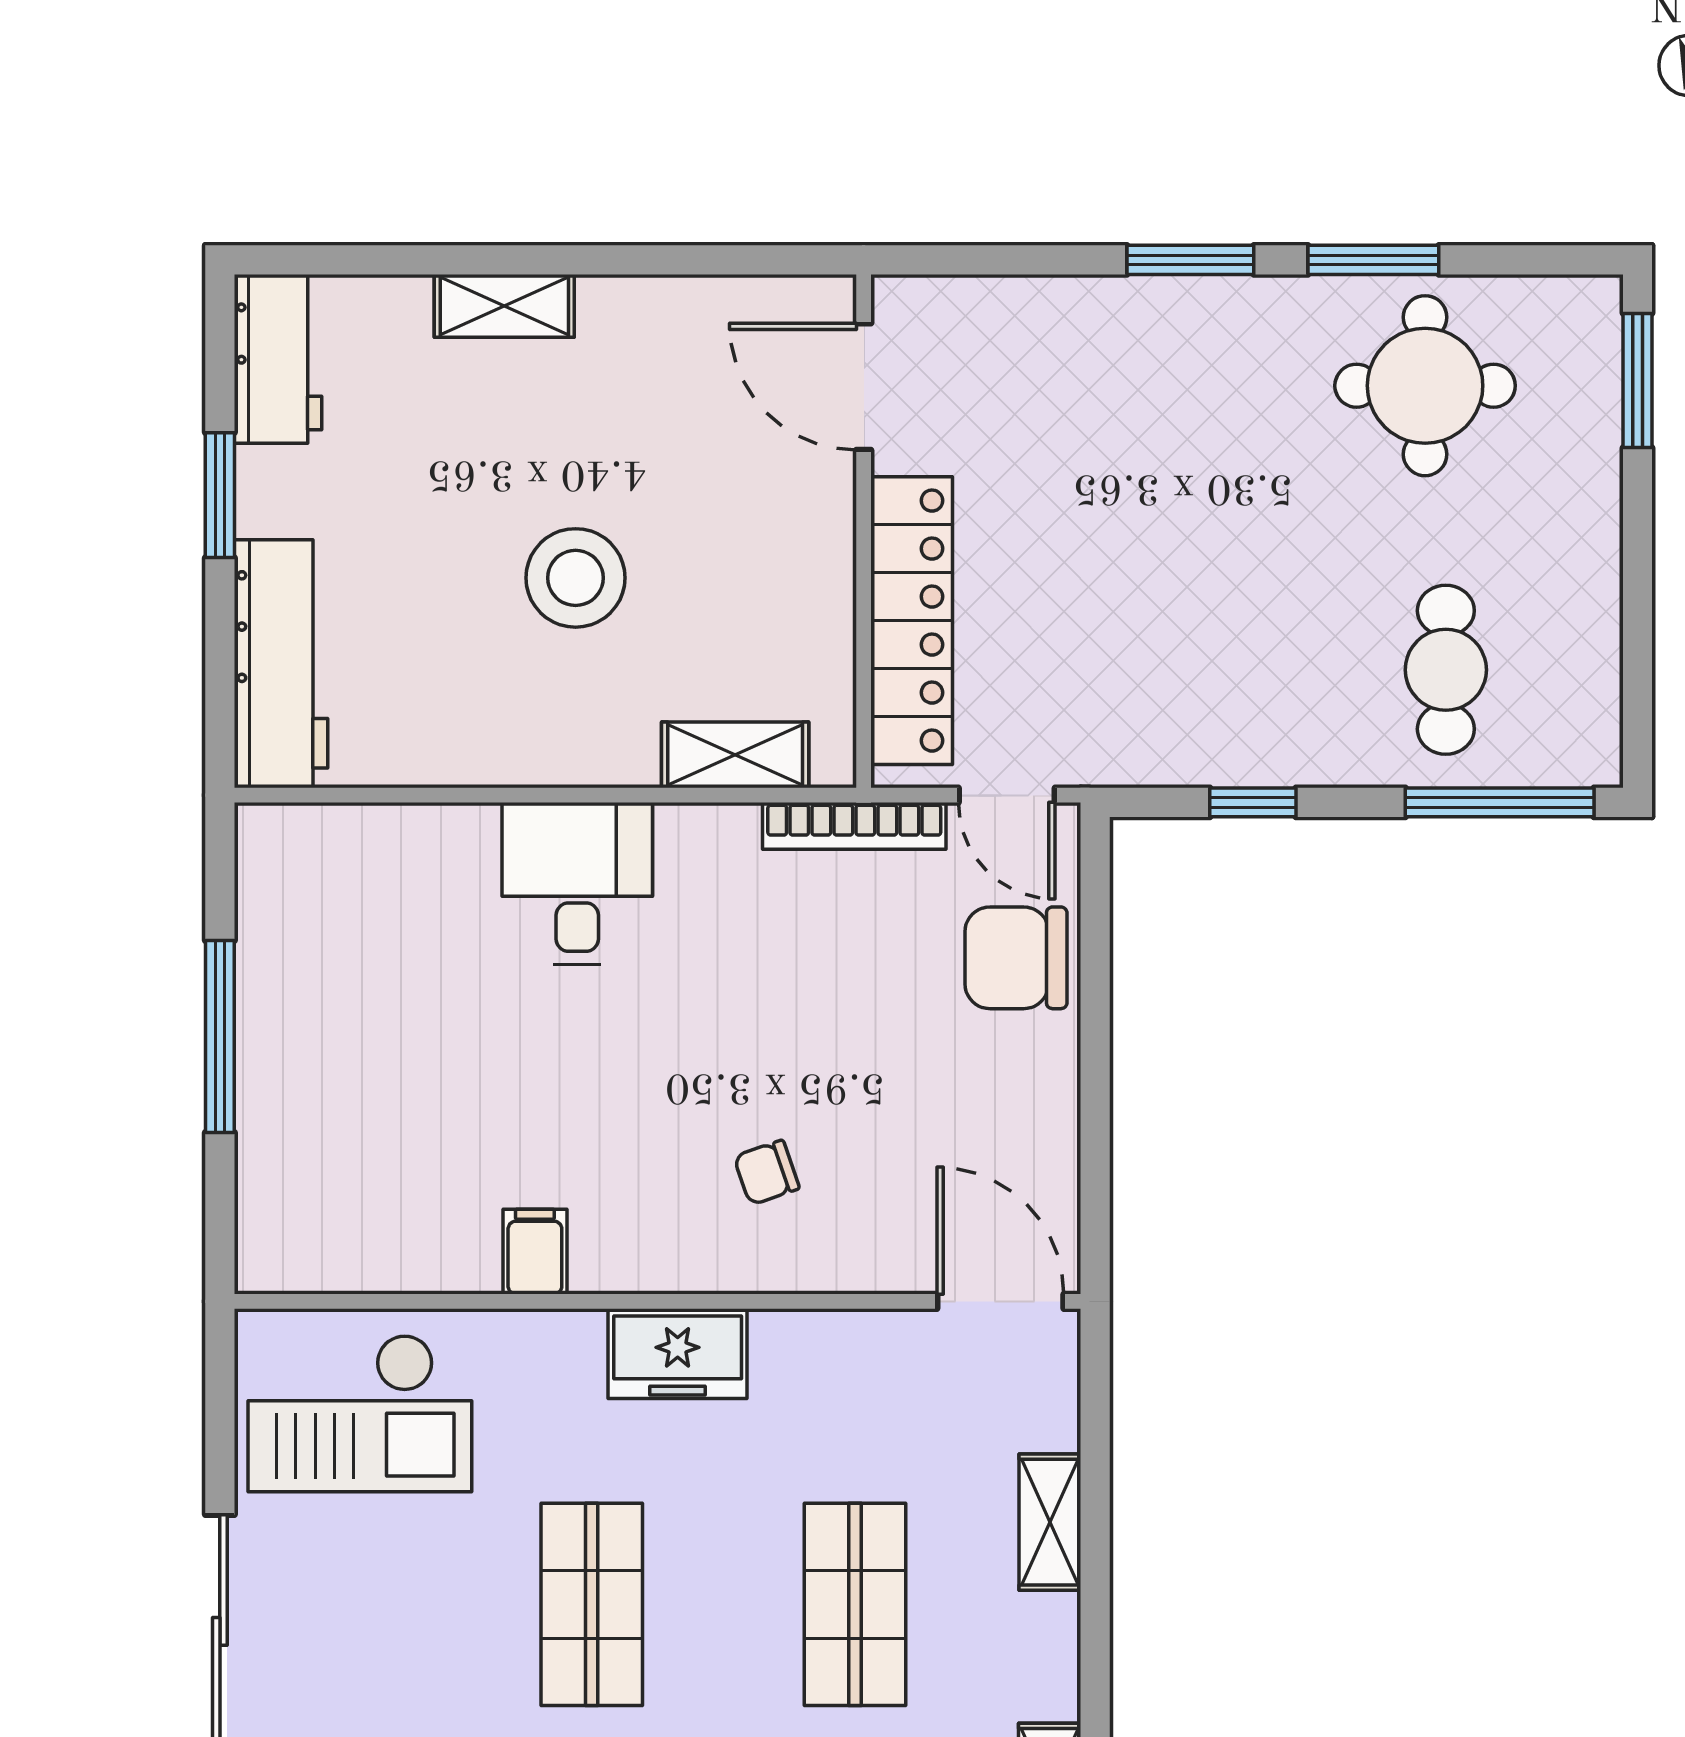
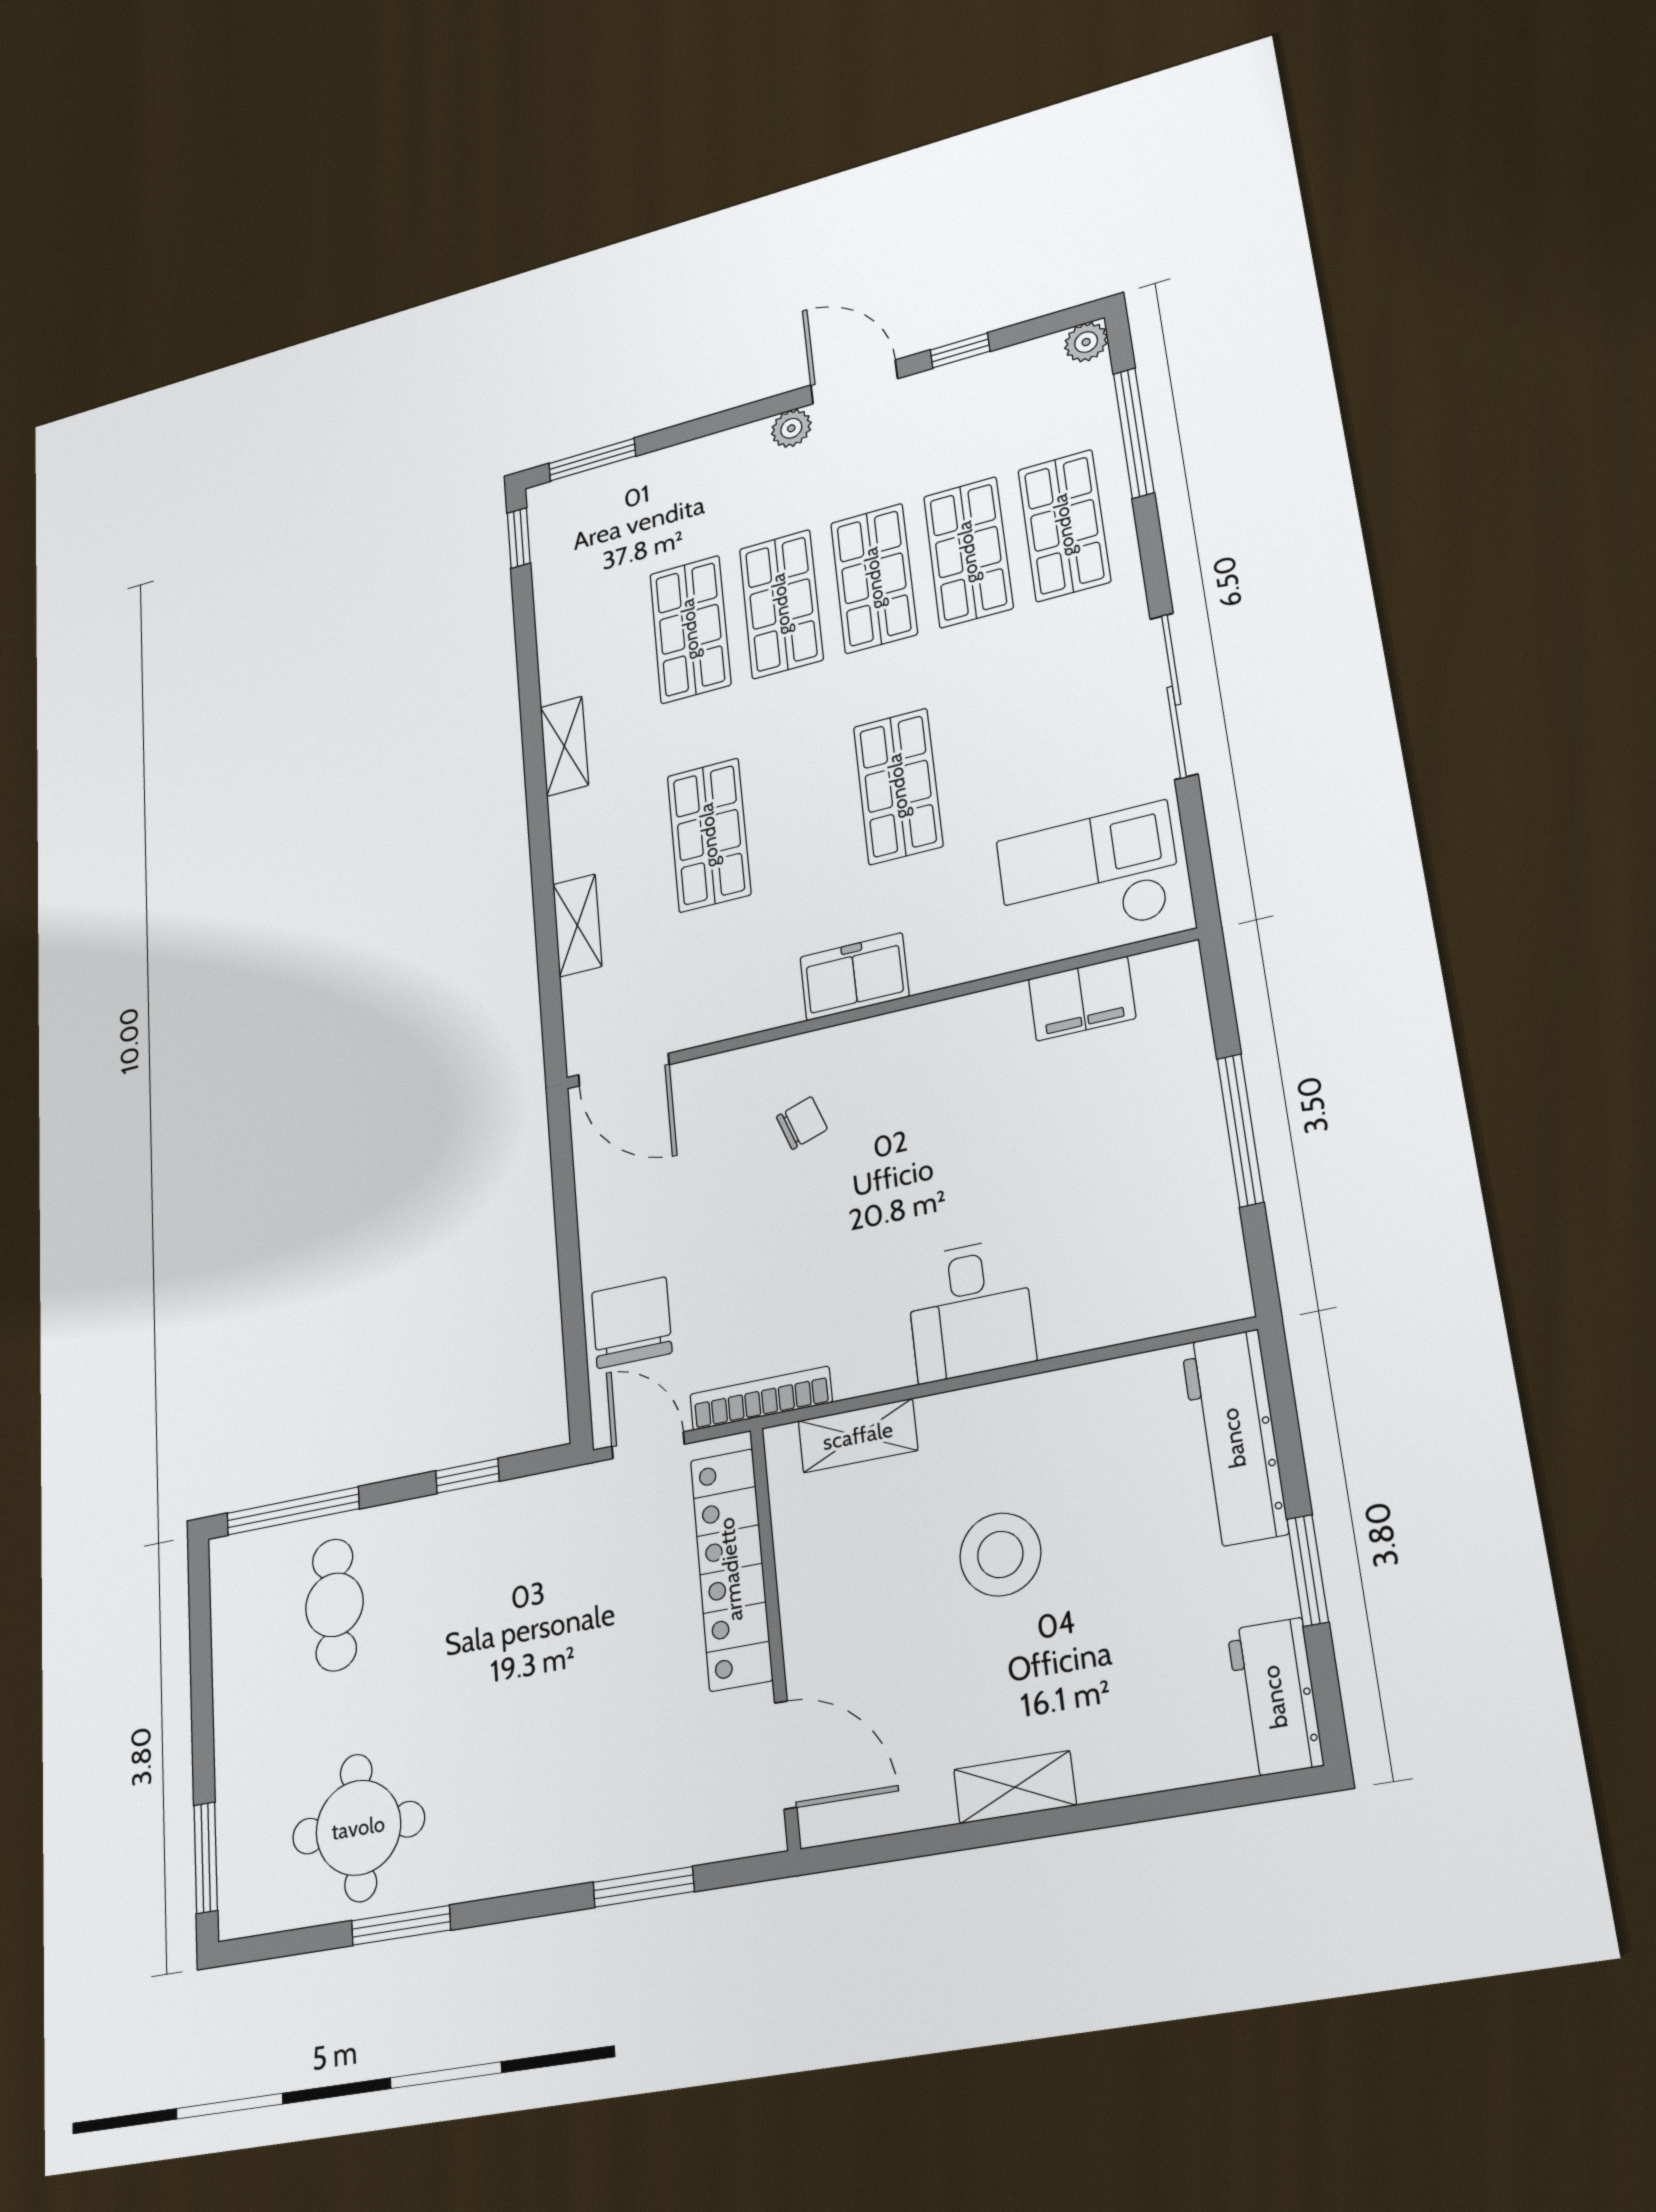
window: (1190, 260) -> (643, 1887), moved
shelving: (504, 306) -> (1015, 1787), moved
chair: (1016, 958) -> (632, 1323), turned -90
filing cabinet: (535, 1252) -> (1082, 999), moved, width x2.00

